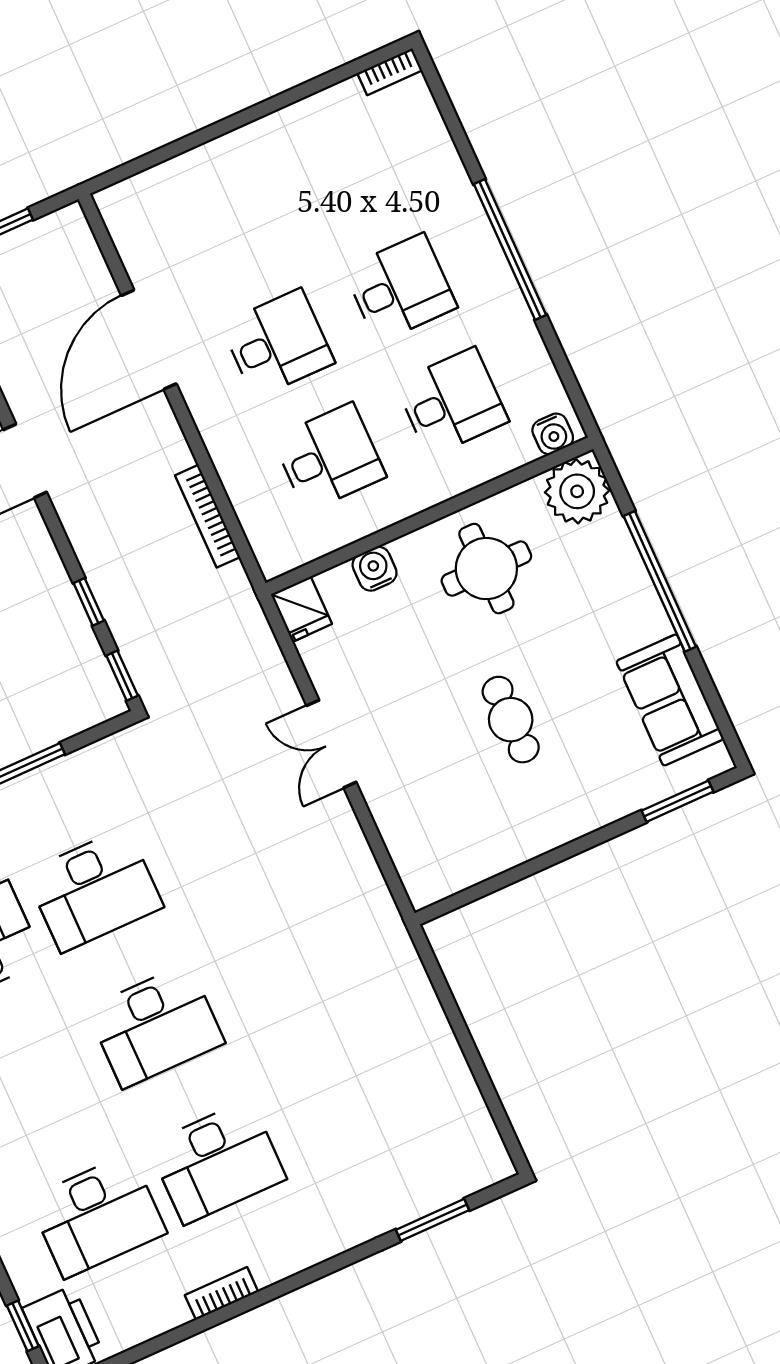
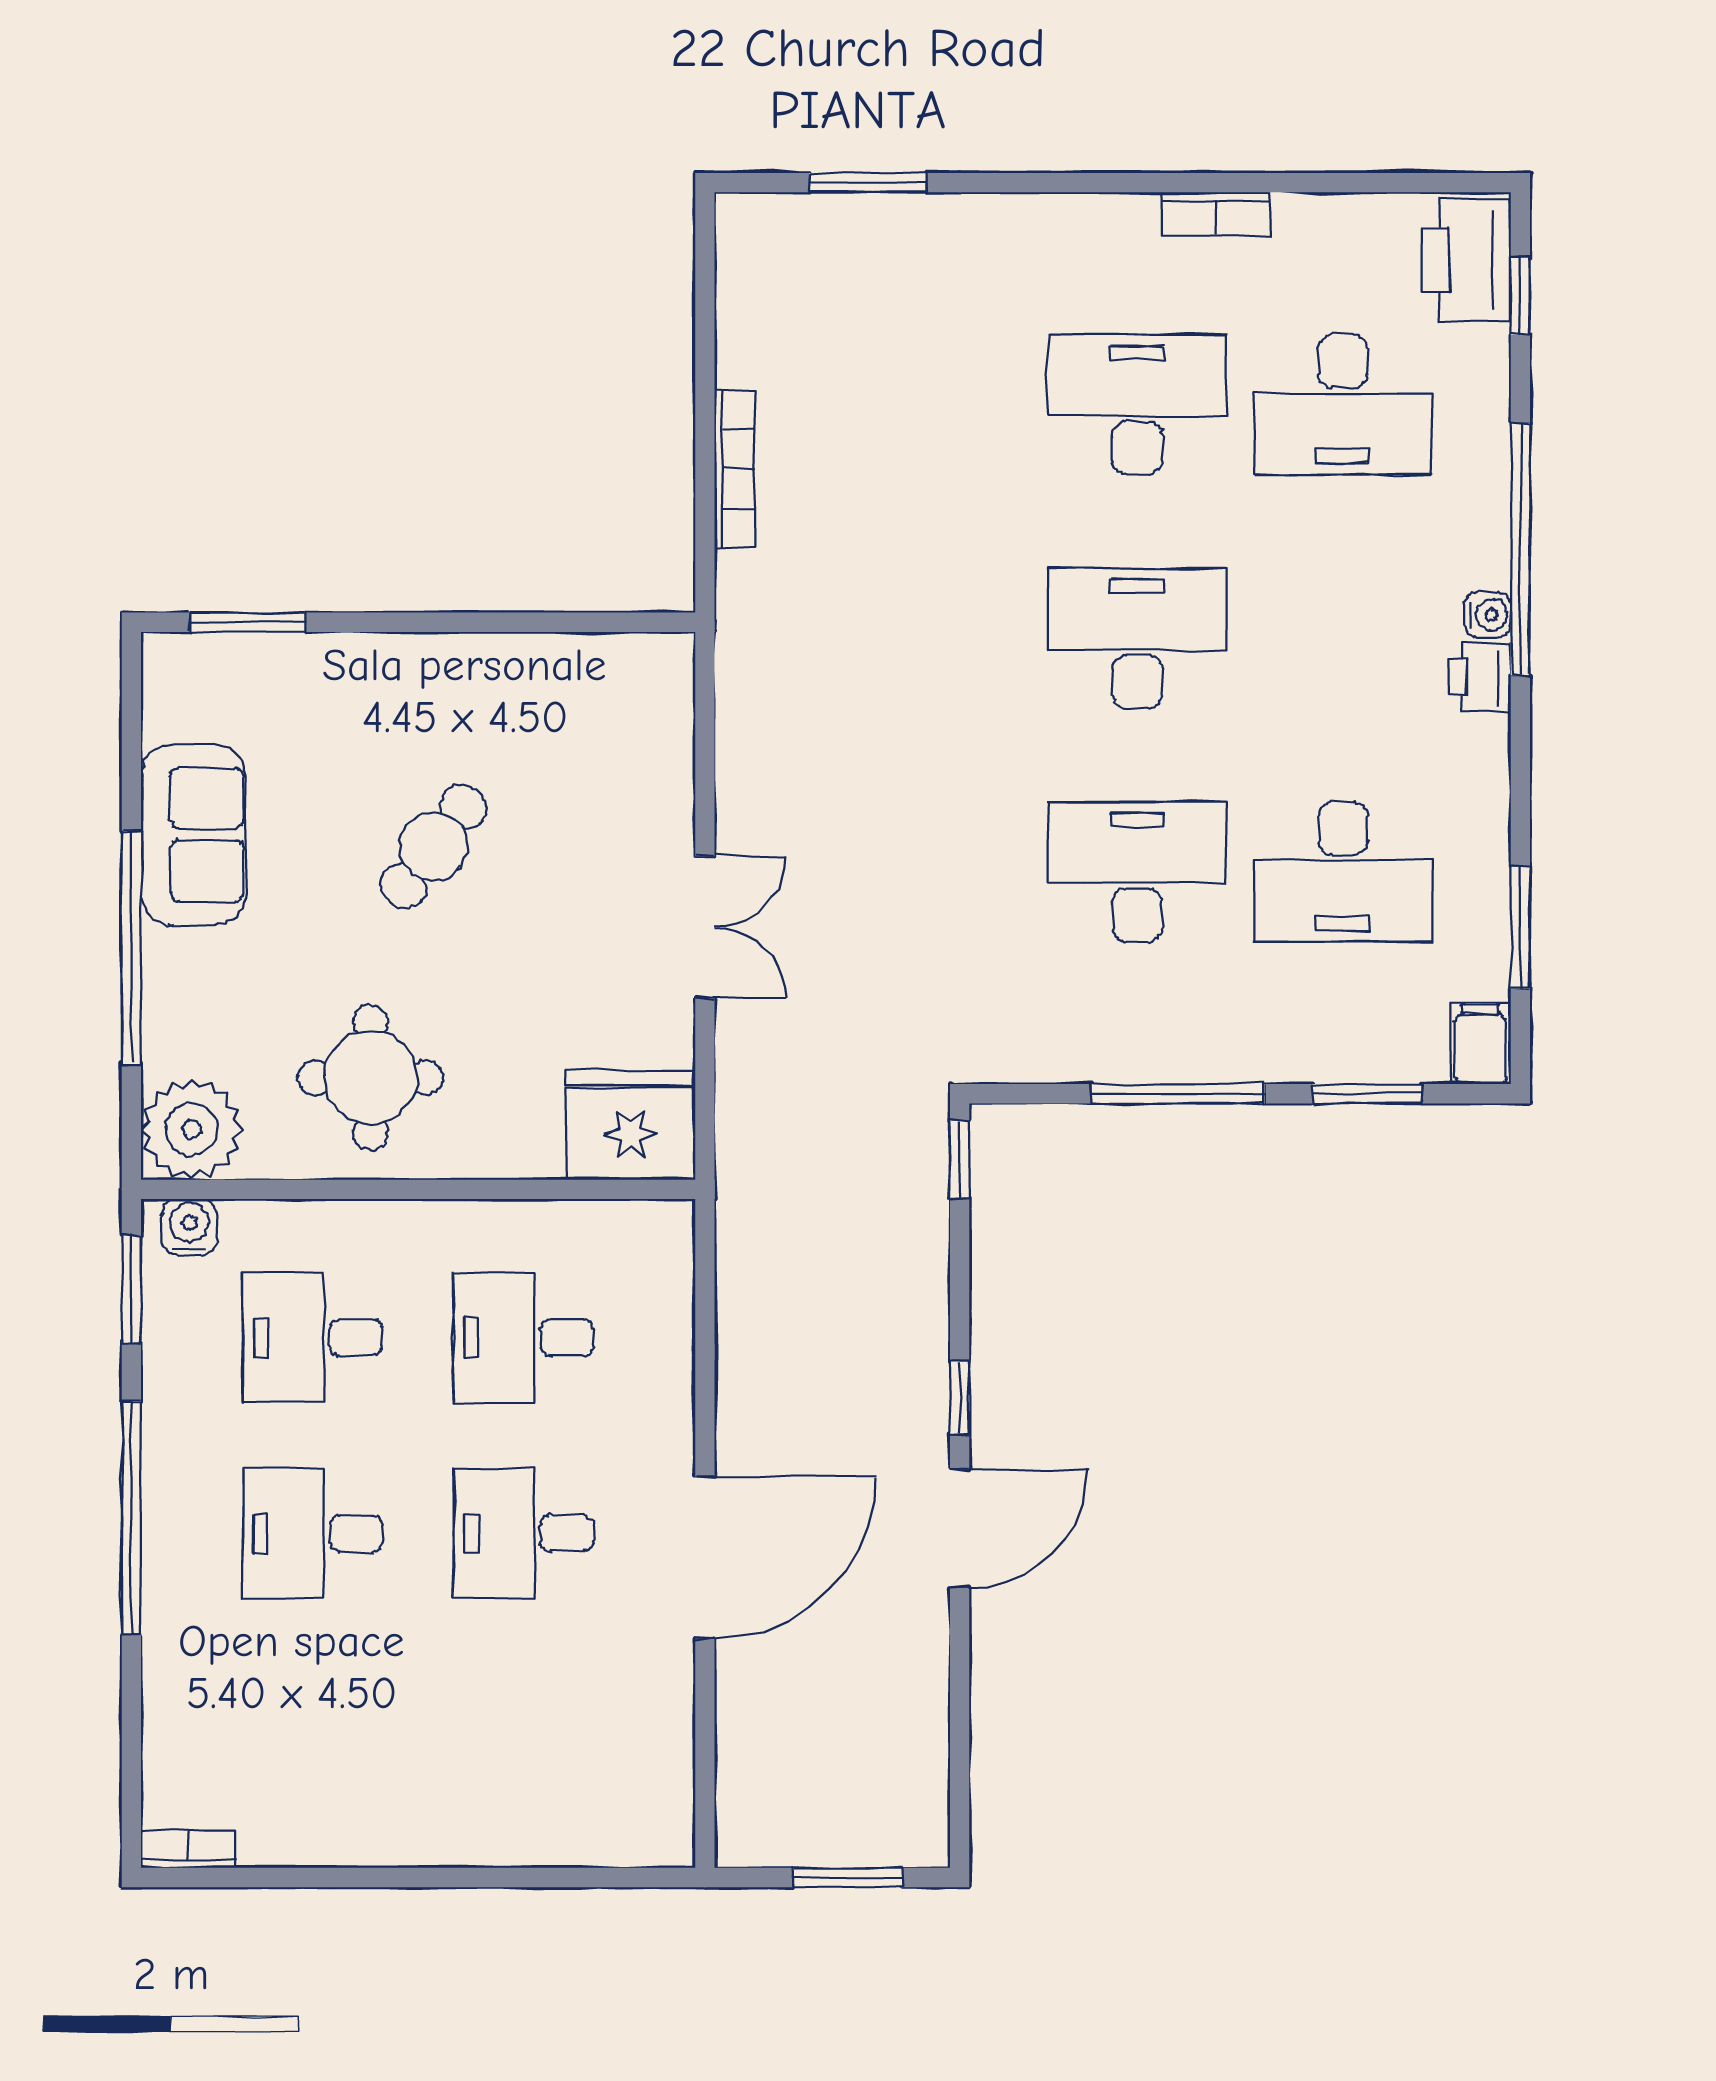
door: (149, 340) -> (705, 1558), moved
window: (570, 382) -> (131, 1289), added
bookcase: (208, 516) -> (735, 469), moved
water cooler: (375, 569) -> (530, 1149), removed
window: (89, 602) -> (960, 1398), moved
fridge: (301, 609) -> (631, 1125), width x1.88, depth x1.34
sofa: (670, 700) -> (193, 835), moved
cafe table: (511, 720) -> (433, 846), turned 37
desk: (97, 1216) -> (1343, 405), turned 180

